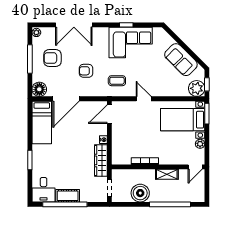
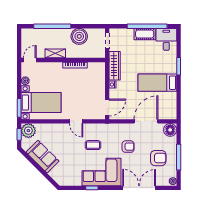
corner sofa: (131, 43) -> (101, 172), moved
coffee table: (117, 81) -> (93, 145), moved
bed: (42, 122) -> (157, 83), moved, turned -90

